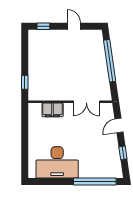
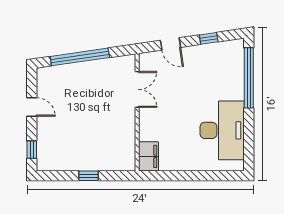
door: (74, 26) -> (32, 107), swing flipped
window: (25, 82) -> (89, 176), moved
filing cabinet: (53, 110) -> (149, 156), moved

